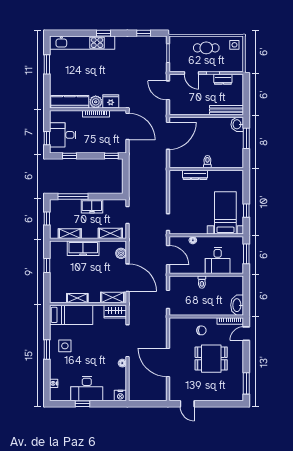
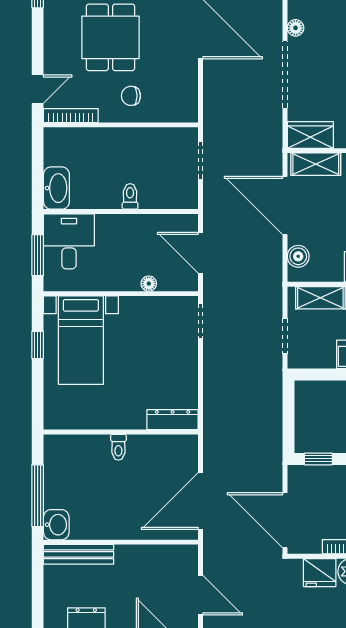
window: (246, 138) -> (38, 496), width x1.44
dresser: (195, 175) -> (173, 420), moved
desk: (218, 260) -> (69, 241), moved
washbasin: (237, 305) -> (56, 188), moved
dining table: (211, 359) -> (111, 37), turned 90

